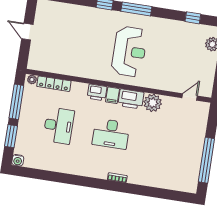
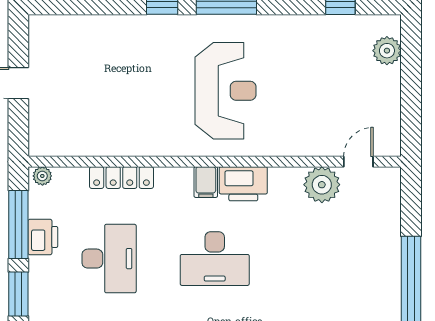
locker: (54, 84) -> (121, 178), moved
printer: (97, 92) -> (43, 237), moved, turned -90
plant: (153, 103) -> (322, 185), moved

